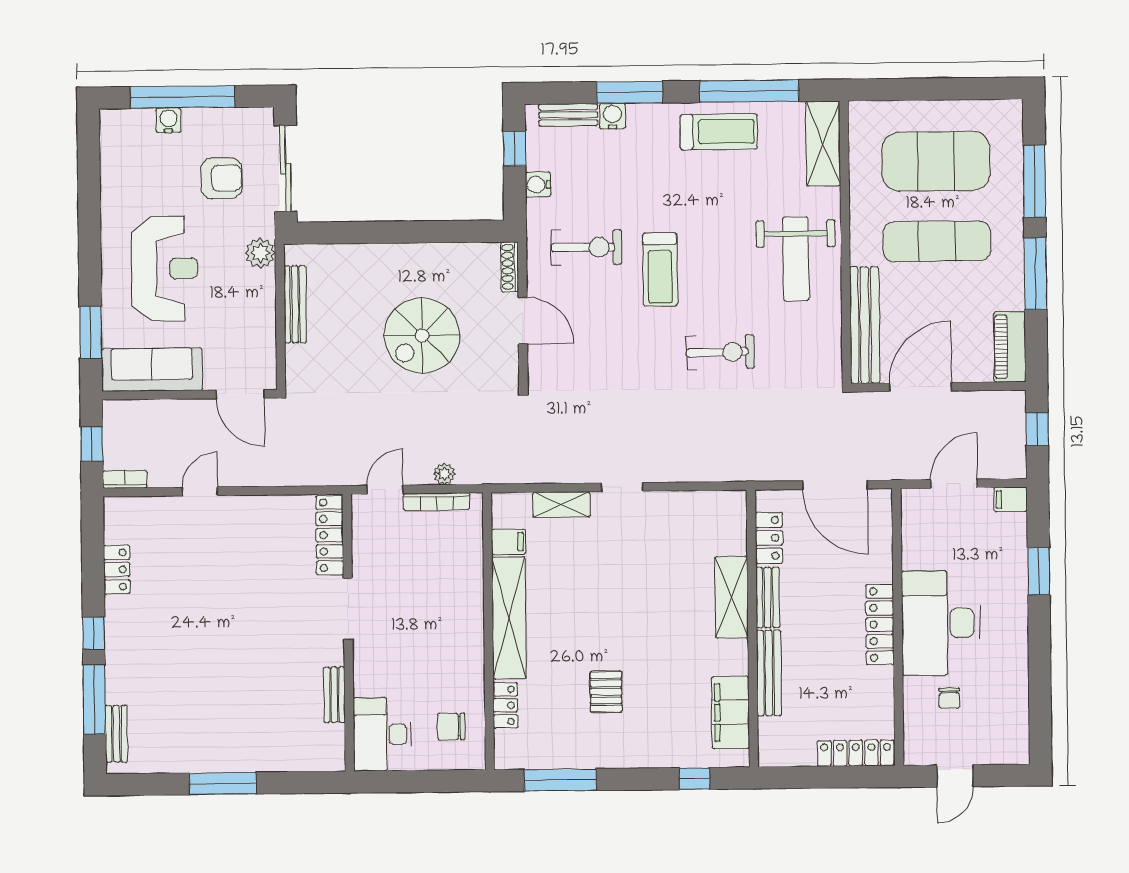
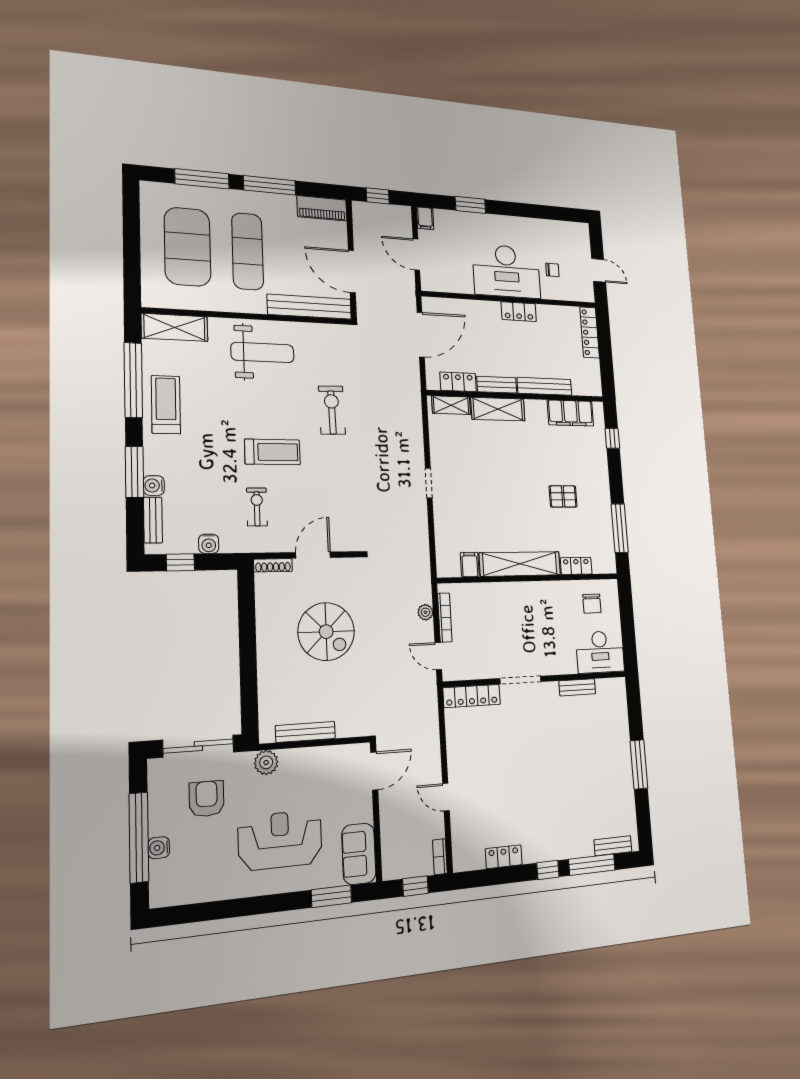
exercise bike: (586, 247) -> (257, 507), width x0.73, depth x0.72
sofa: (152, 370) -> (359, 854), width x0.73
shelving: (561, 505) -> (451, 405), moved, turned 90
locker: (880, 625) -> (519, 312), width x0.66

